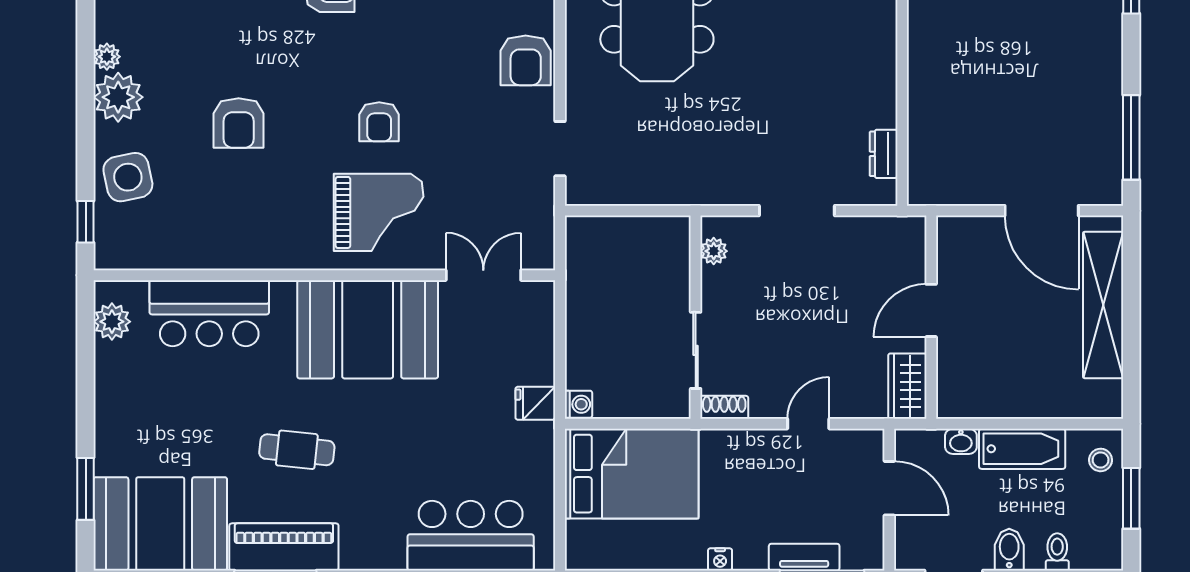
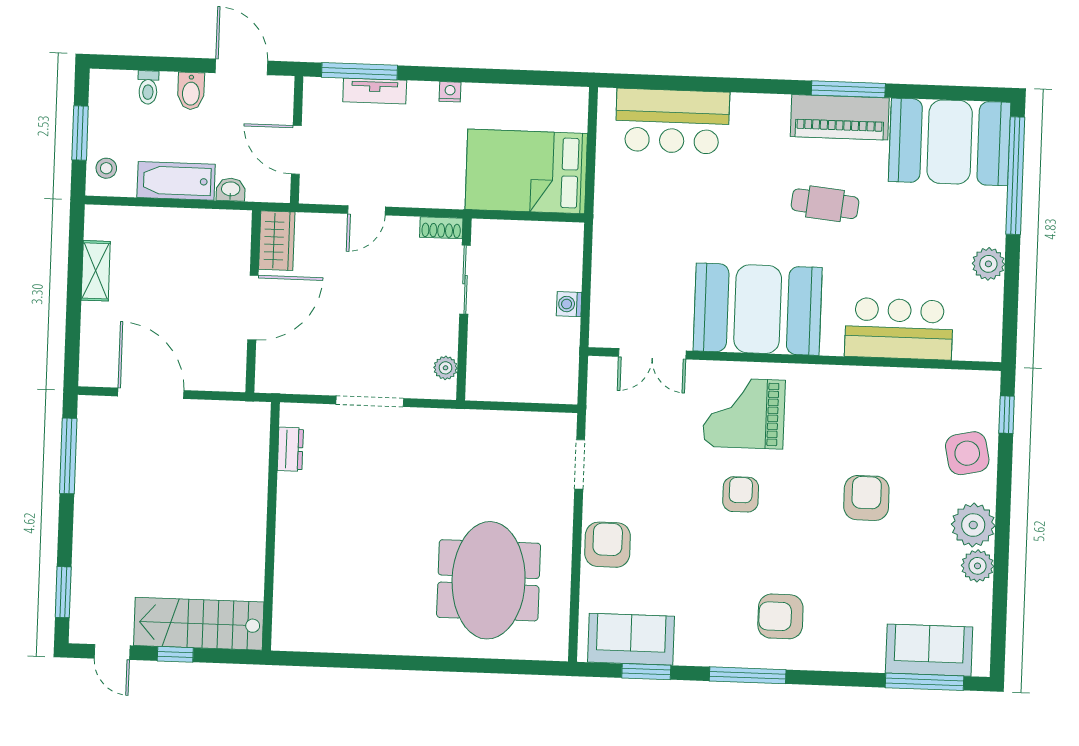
plant: (107, 57) -> (978, 566), width x1.38, depth x1.38
shelving: (1103, 305) -> (96, 271), width x0.45, depth x0.75
door: (931, 310) -> (253, 308), width x1.36
plant: (112, 322) -> (988, 264), moved
fridge: (535, 403) -> (610, 238), removed
washing machine: (578, 404) -> (569, 304), moved
window: (86, 489) -> (1015, 176), width x2.11

